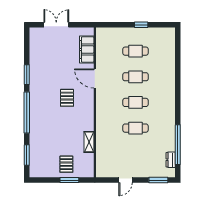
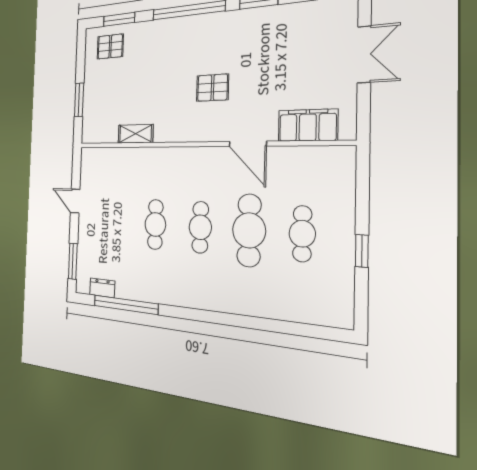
cafe table: (135, 77) -> (249, 230), width x1.37, depth x1.35
door: (95, 78) -> (248, 144), swing flipped
pallet: (66, 164) -> (110, 47), moved

